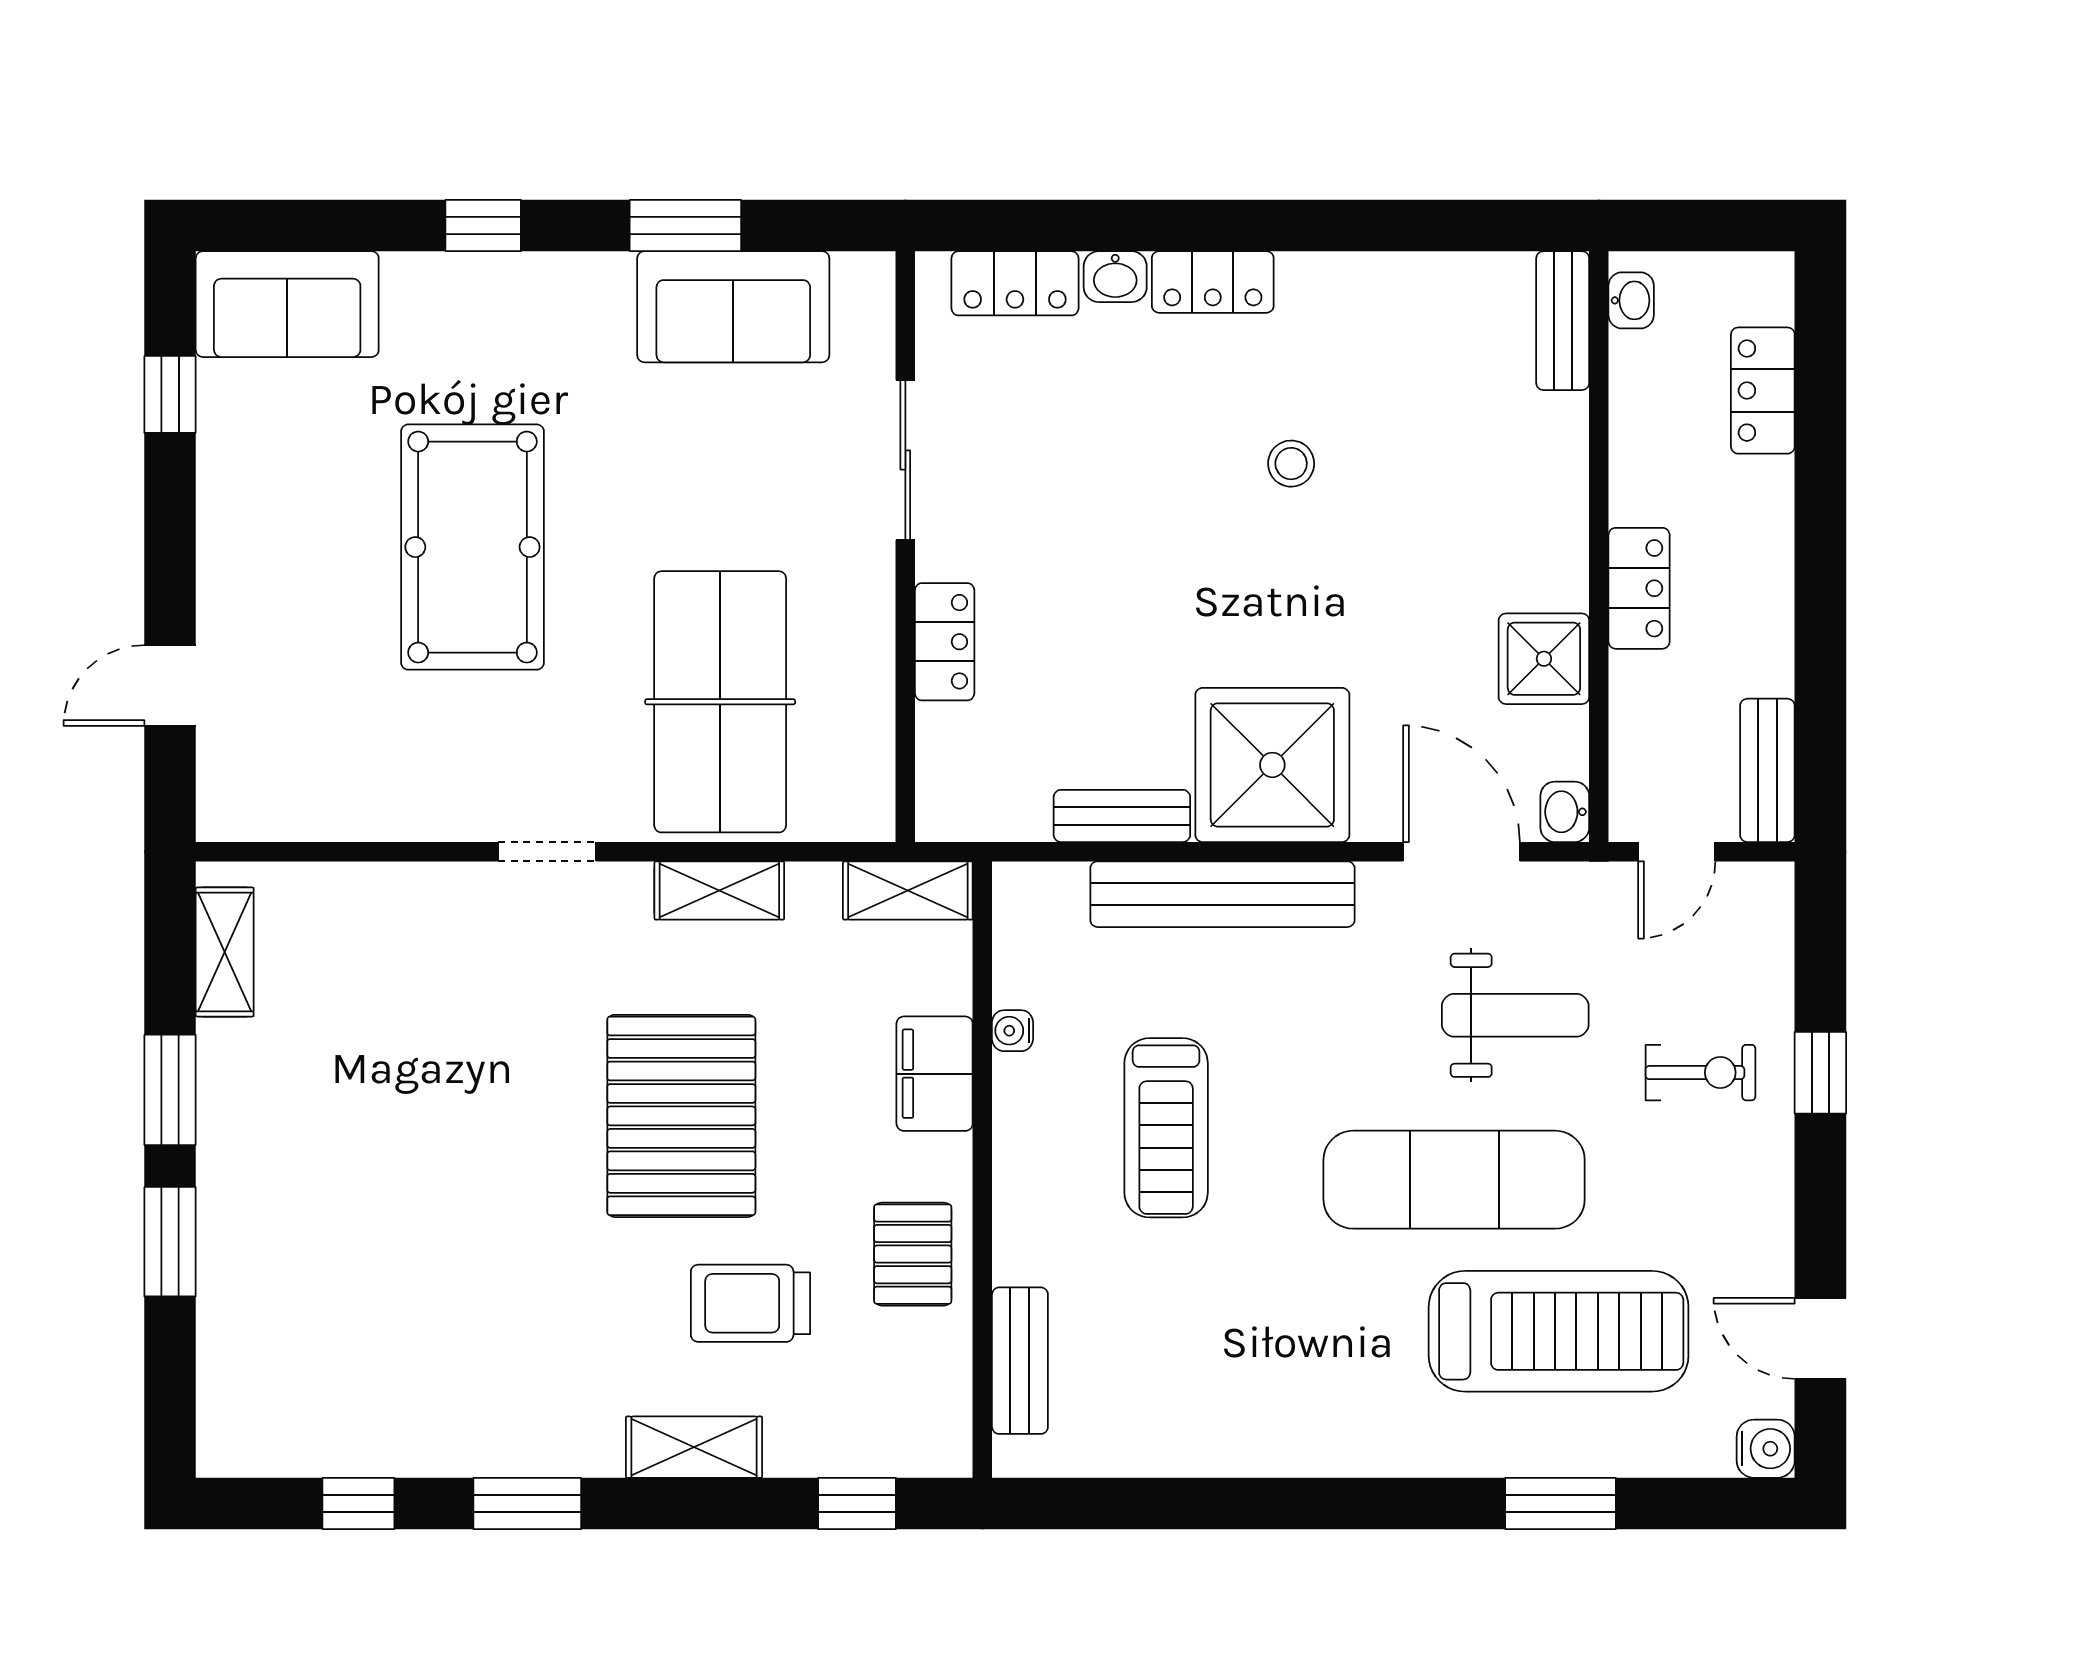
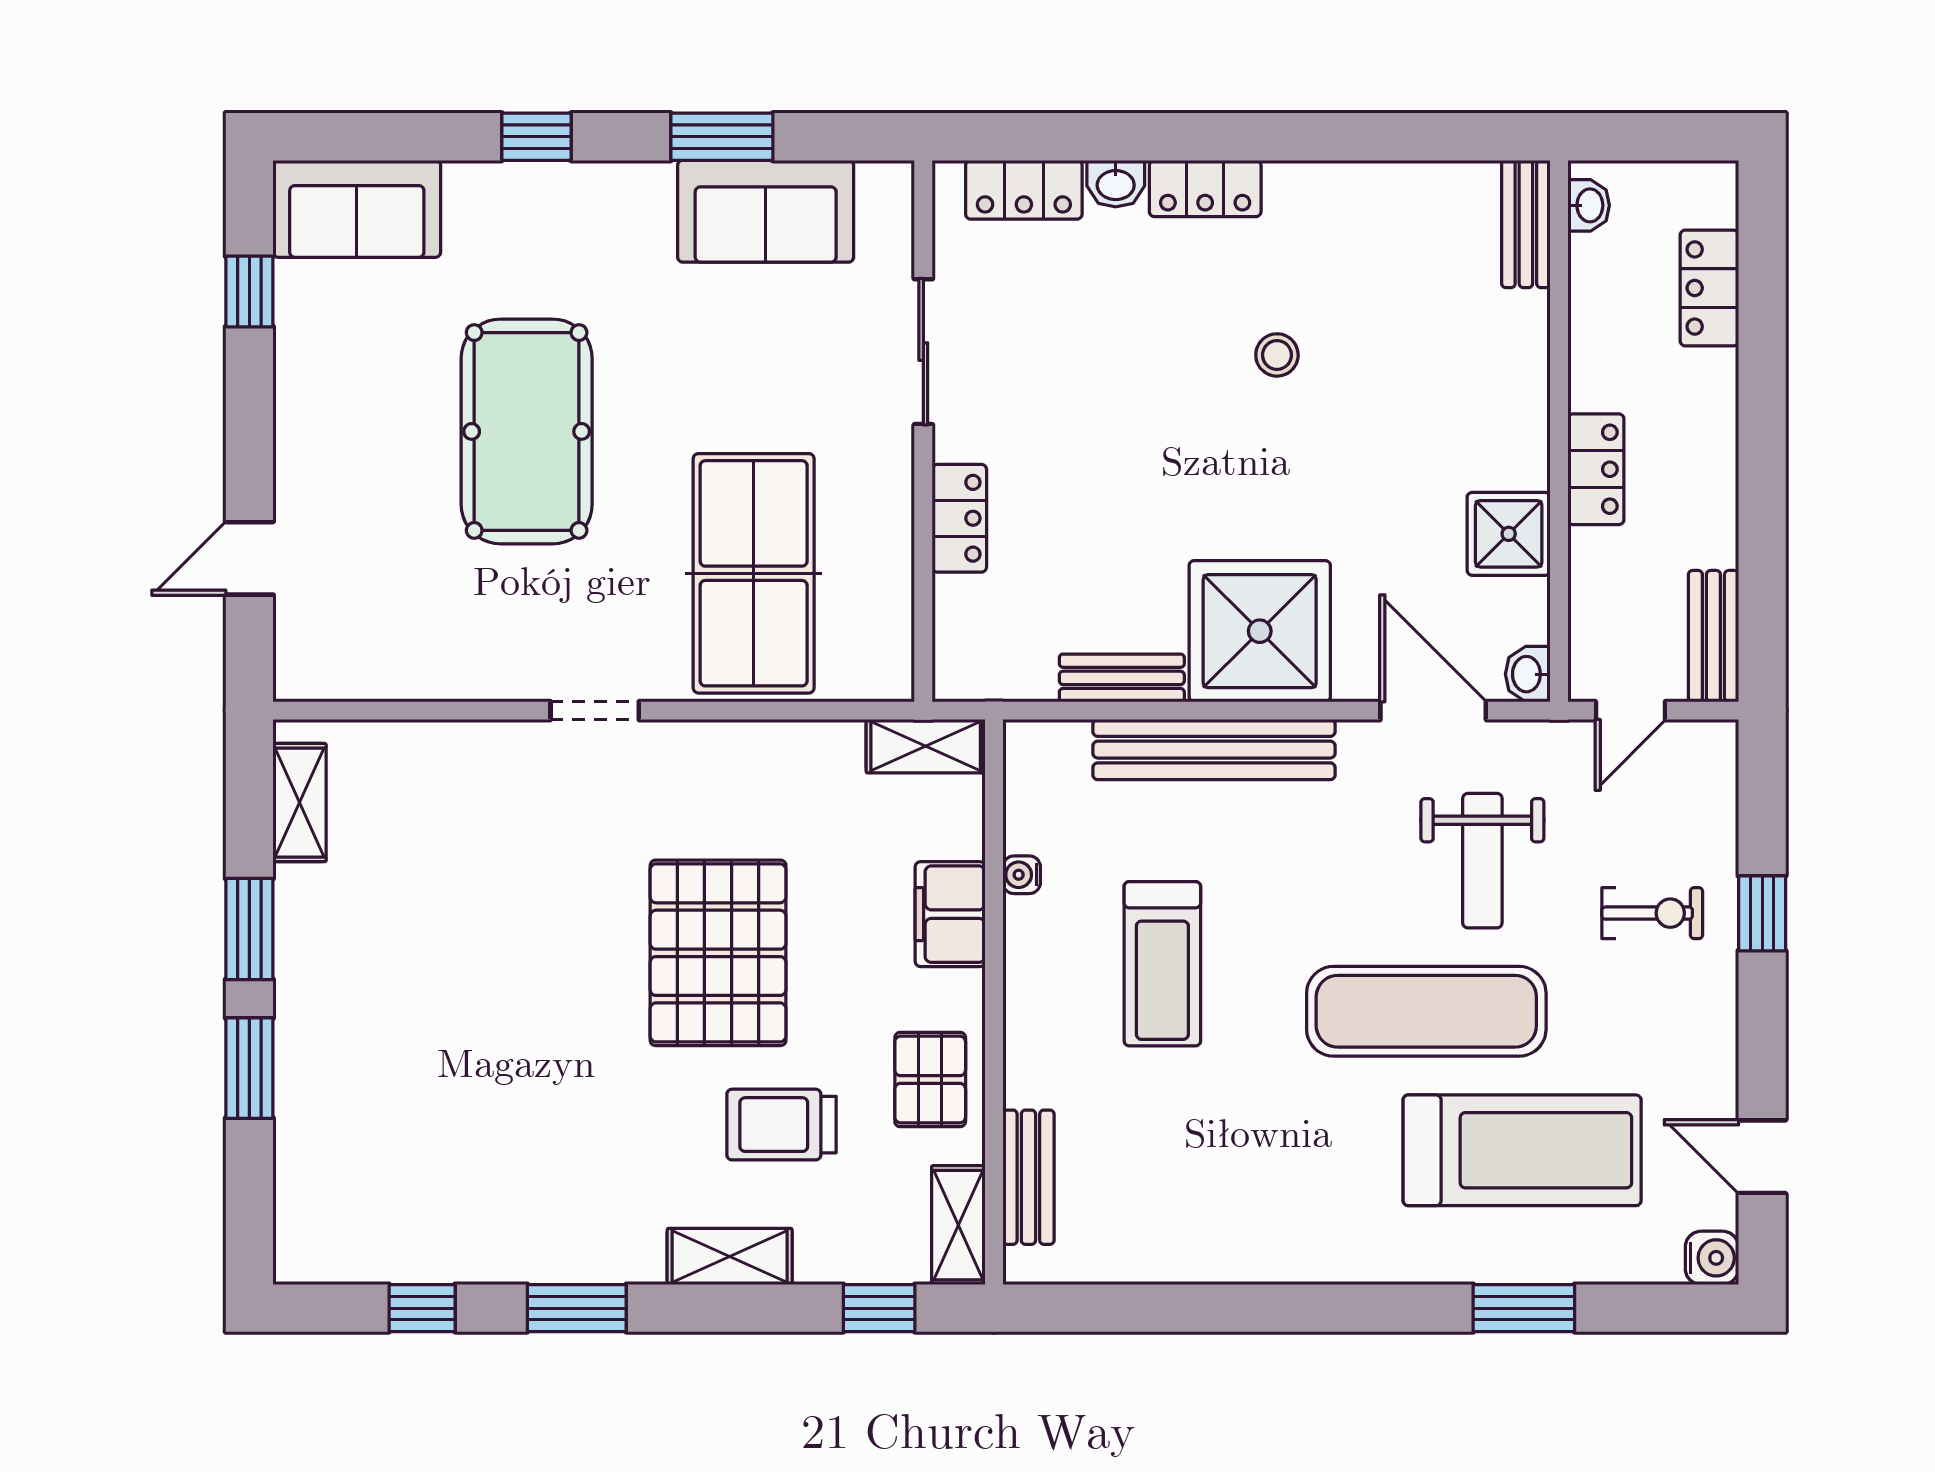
shelving: (719, 890) -> (958, 1225), moved, turned 90
weight bench: (1515, 1015) -> (1482, 861), turned 90

